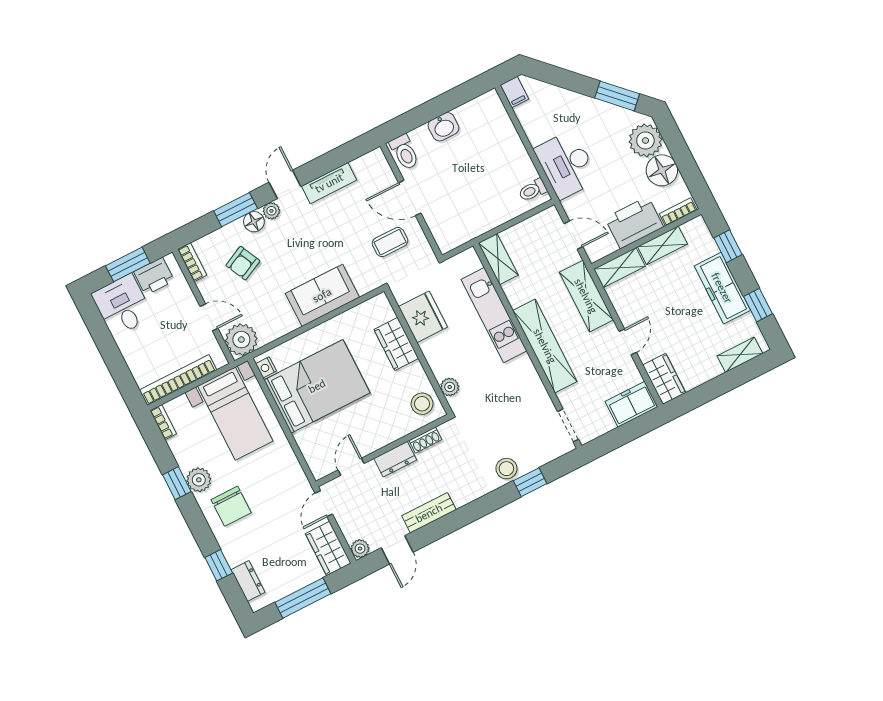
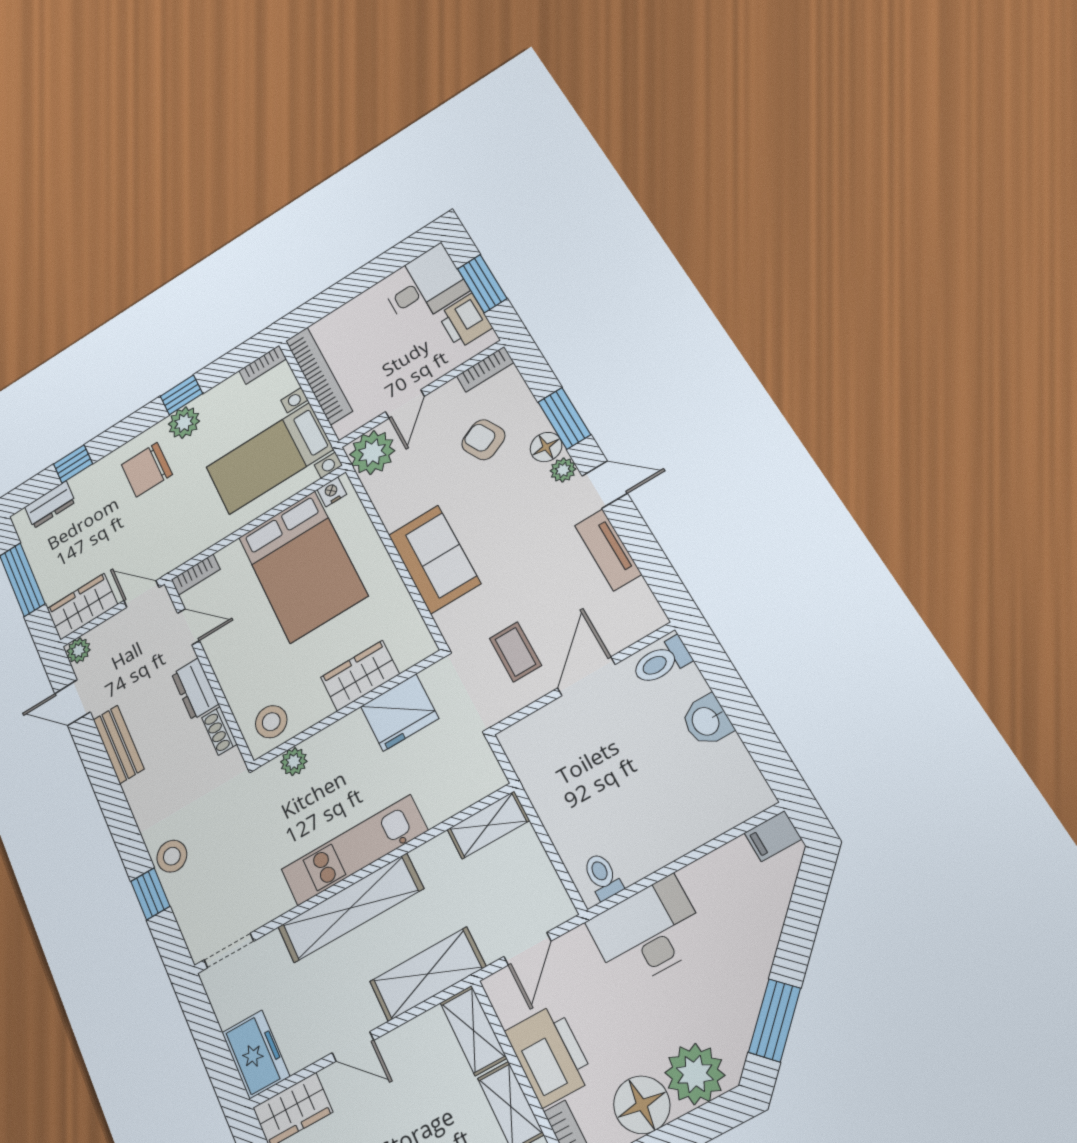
kitchen unit: (494, 315) -> (354, 850), moved
bookcase: (314, 464) -> (196, 574), added

